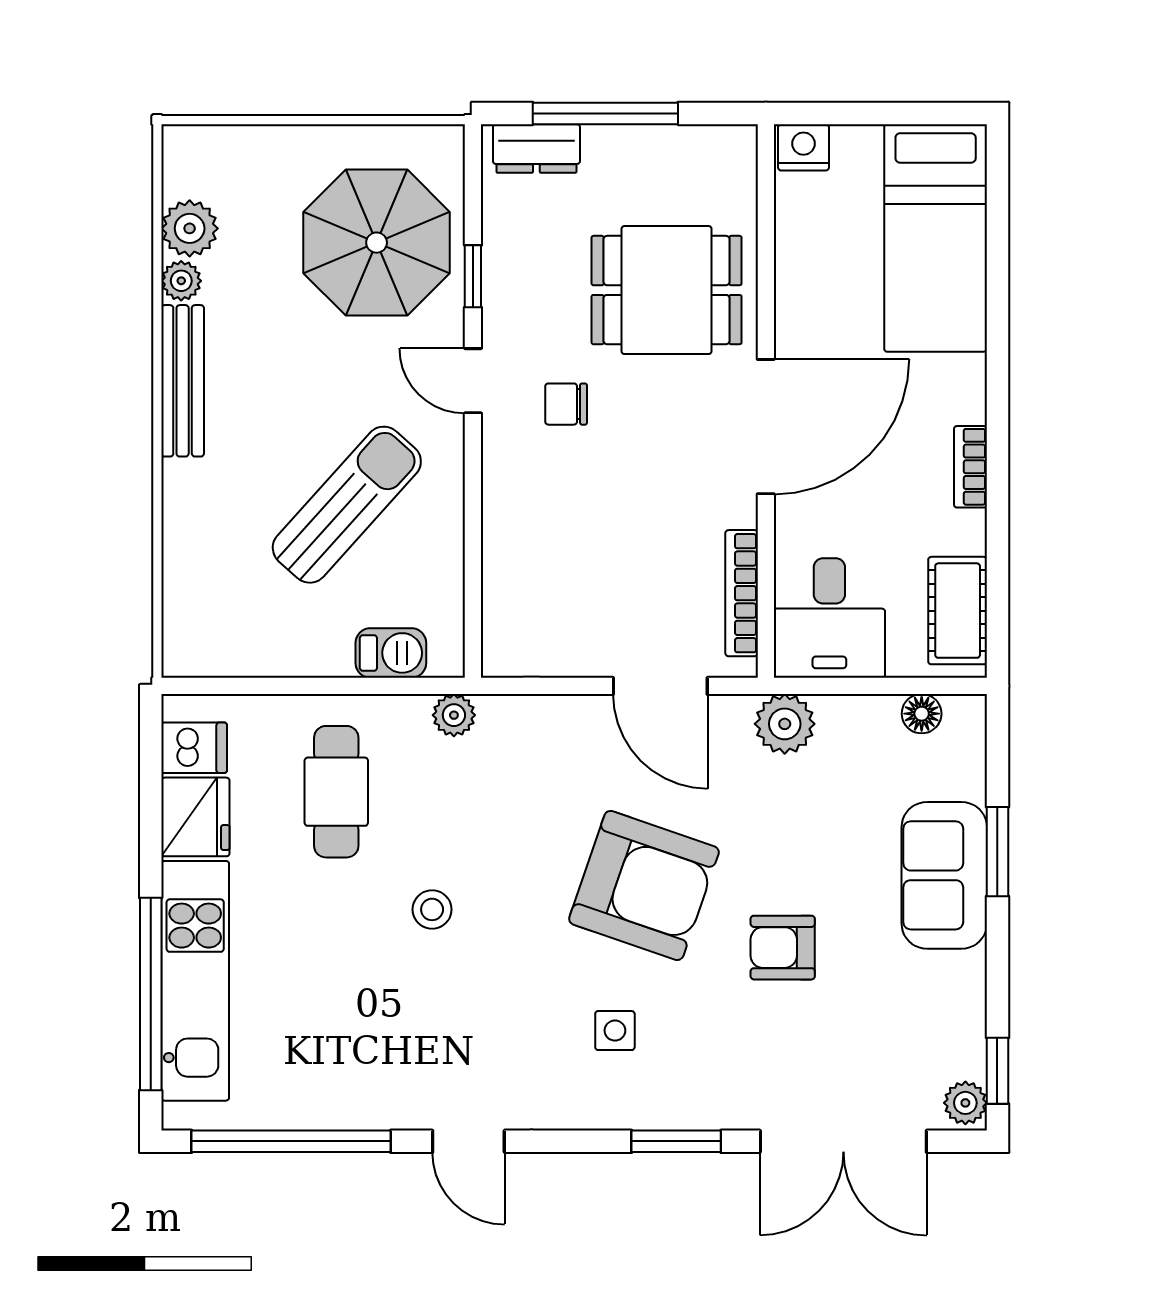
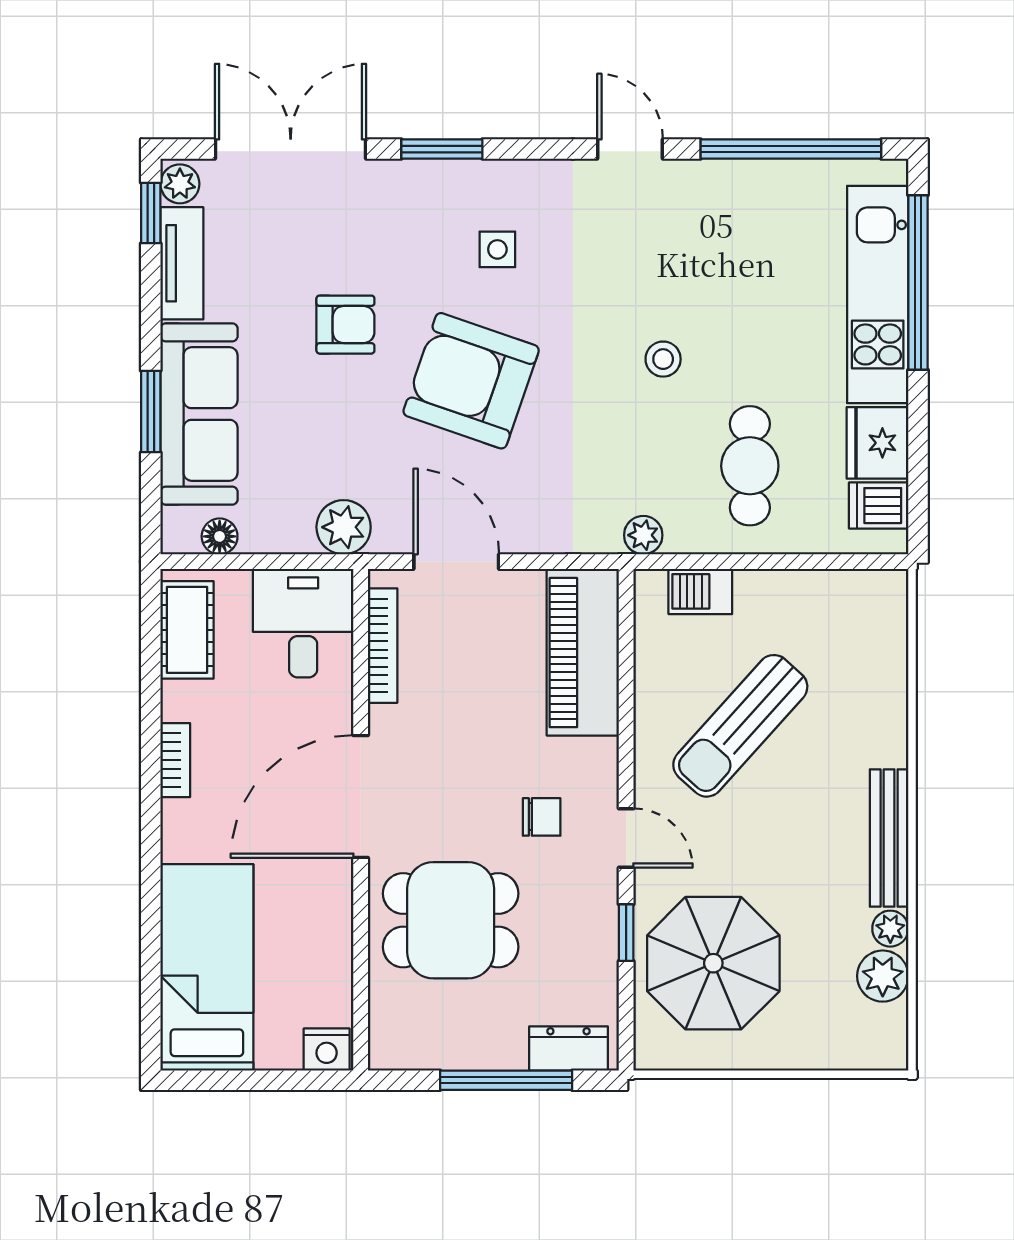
piano: (521, 585) -> (583, 653), added
sofa: (944, 875) -> (199, 414), width x1.36
tv unit: (963, 1015) -> (182, 263), added

